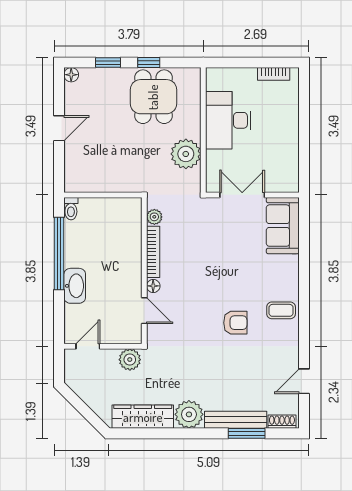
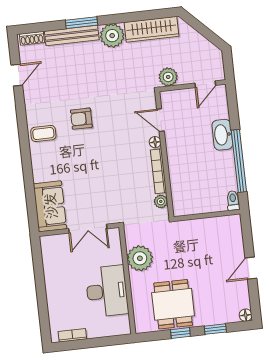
window: (247, 433) -> (81, 23), moved

